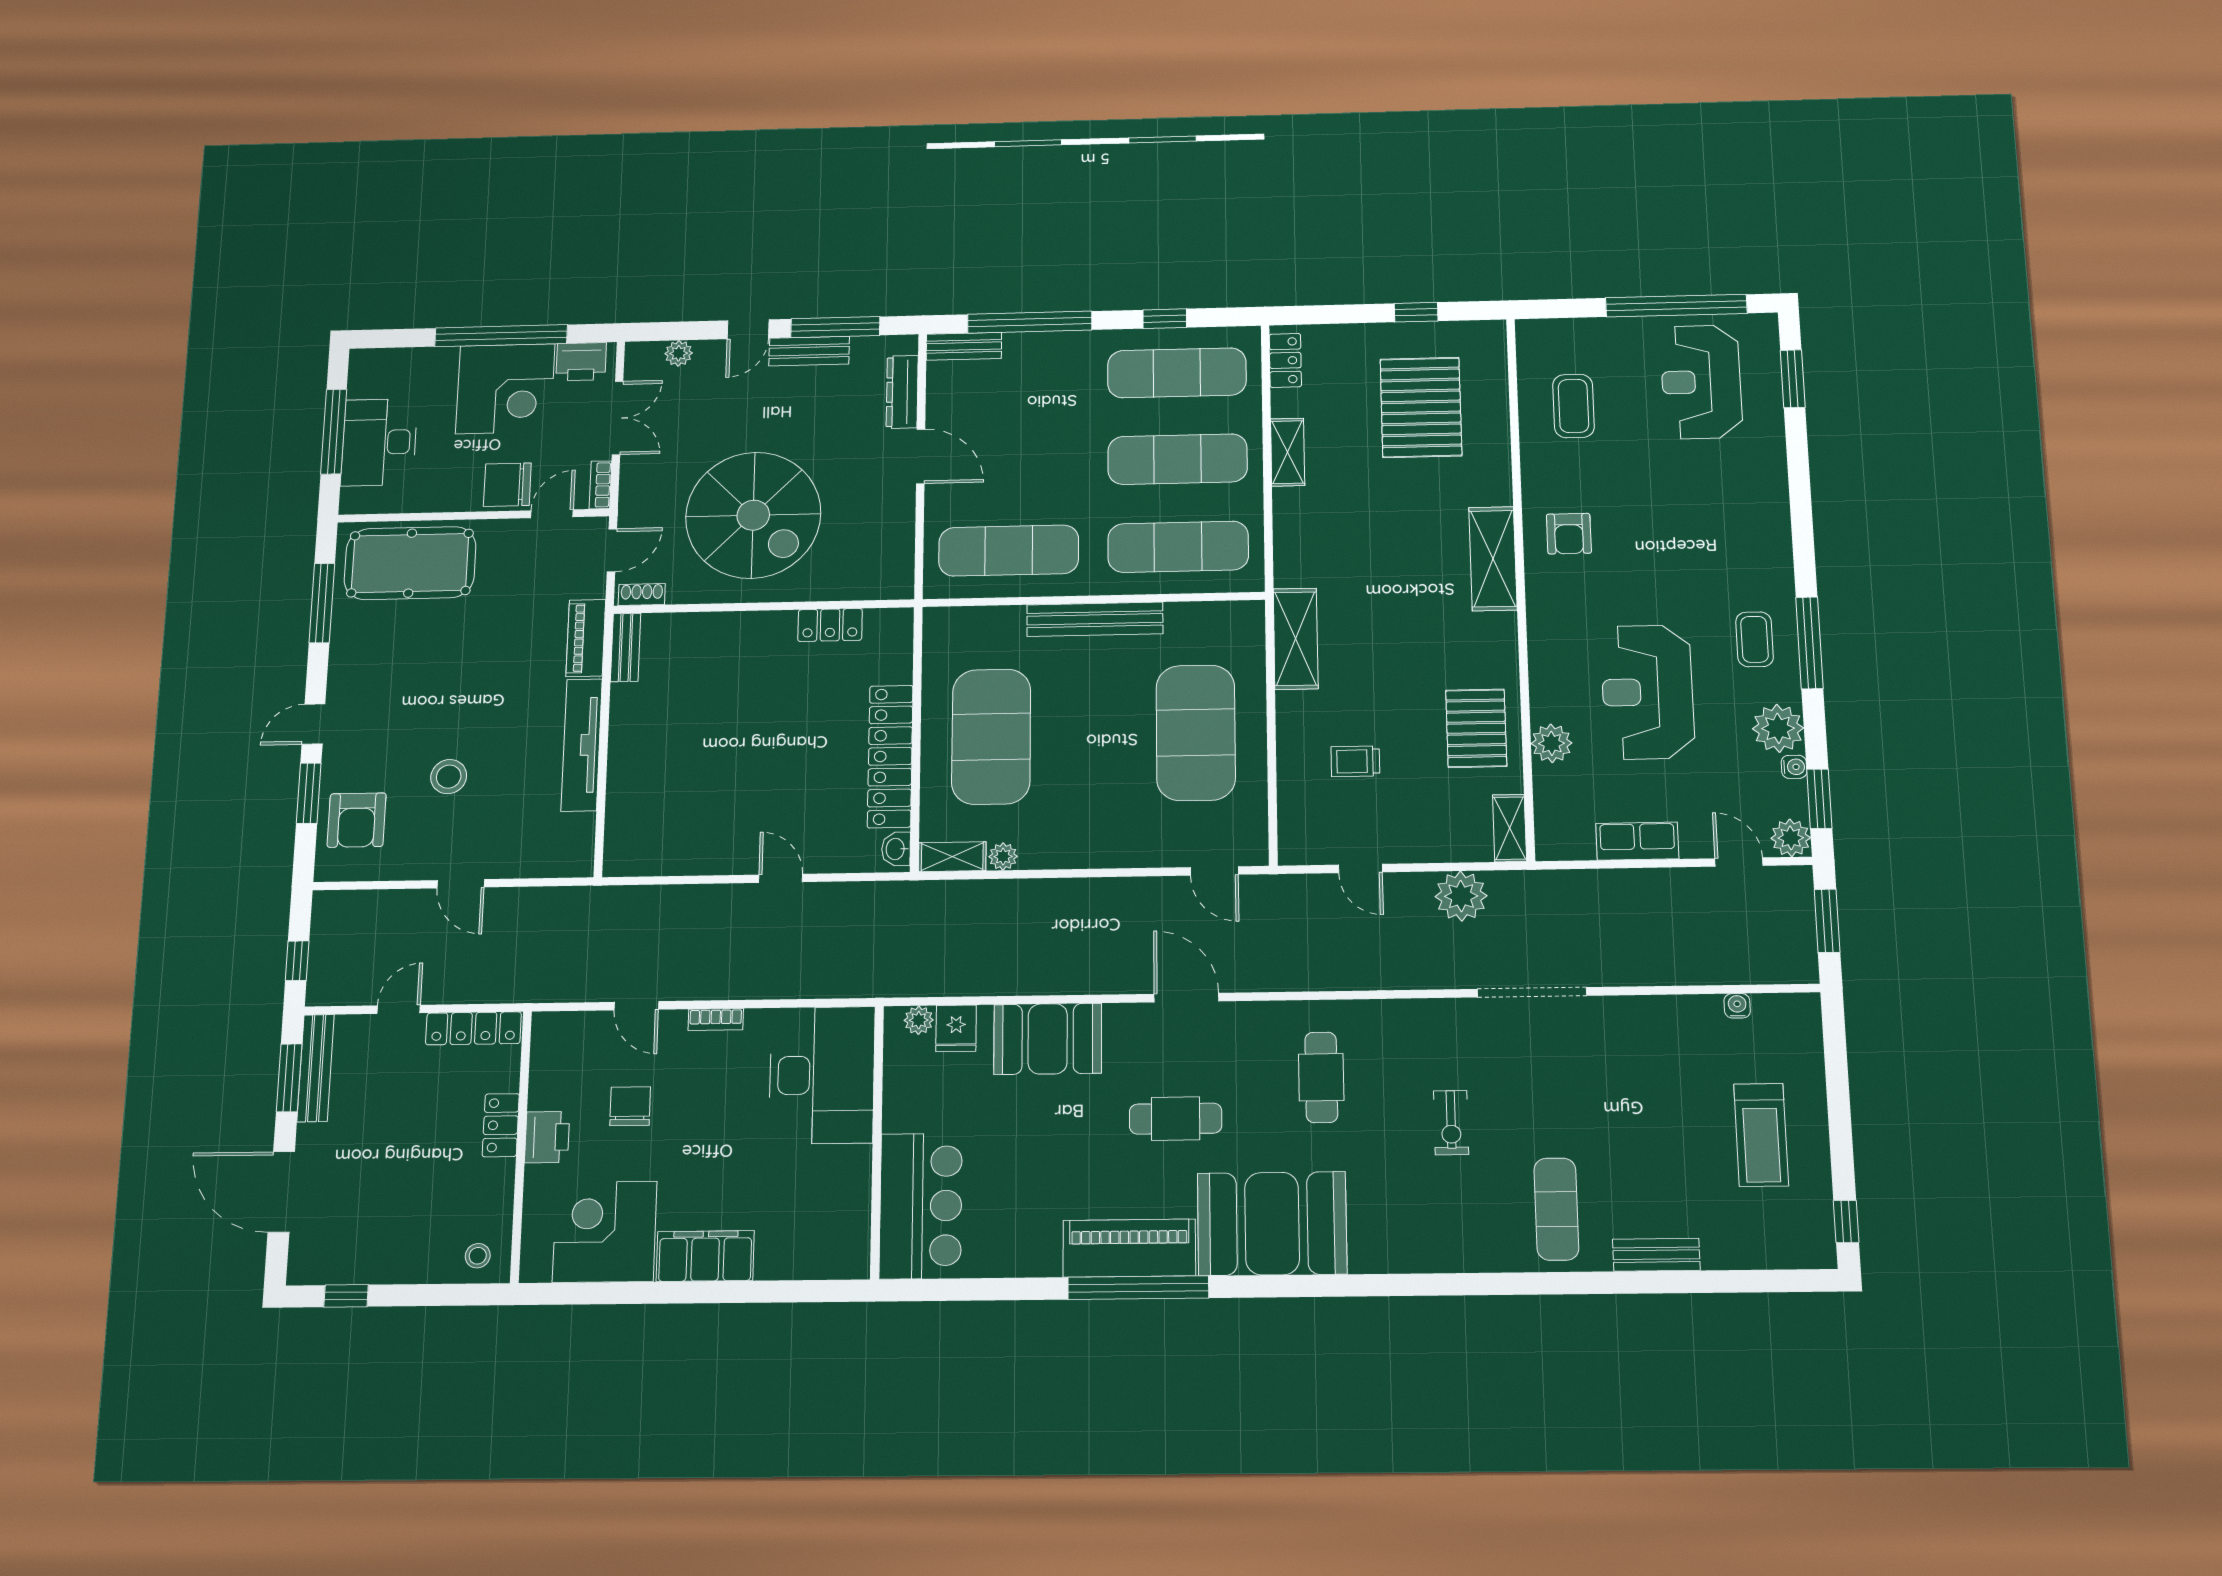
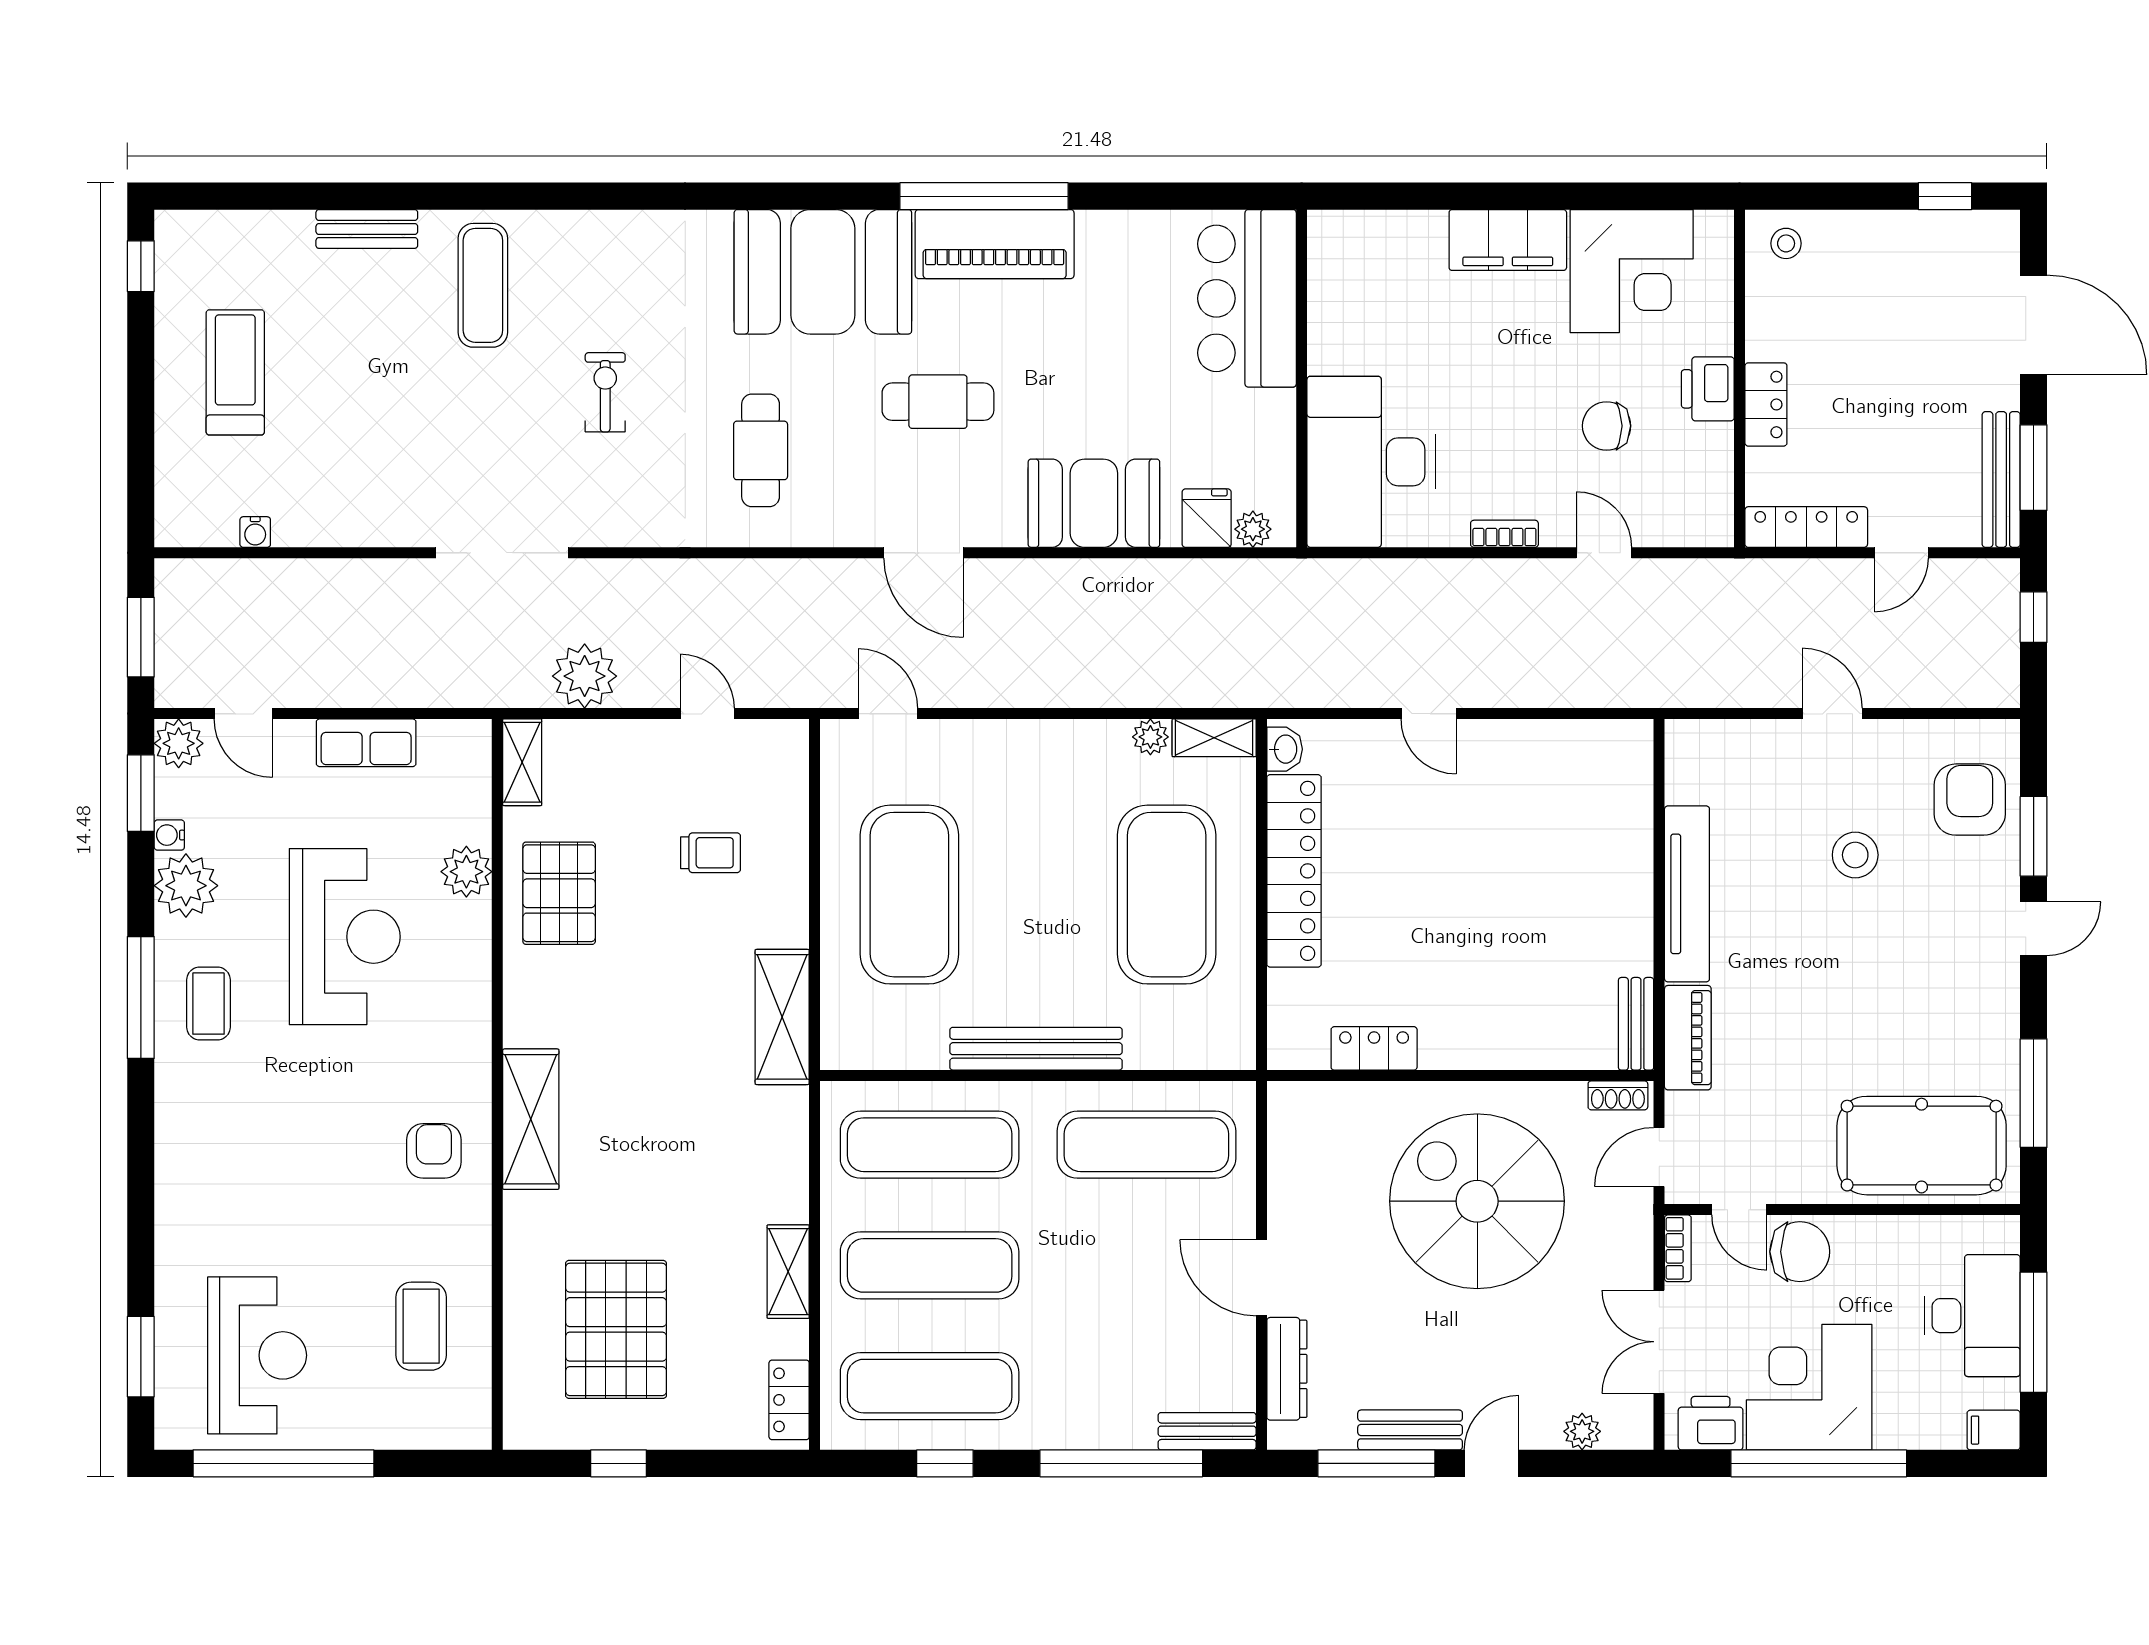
filing cabinet: (368, 362) -> (1994, 1430), added
door: (552, 514) -> (1739, 1210), hinge flipped
chair: (630, 1106) -> (1607, 426), turned 90

